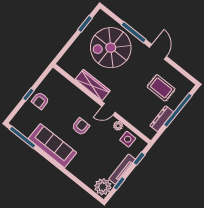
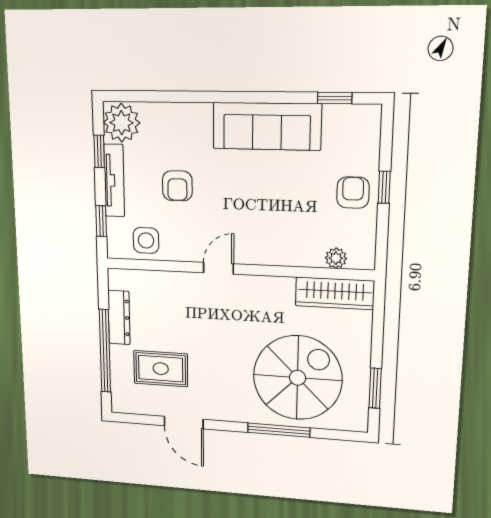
door: (158, 52) -> (184, 423), moved
wardrobe: (93, 85) -> (335, 293), moved
plant: (118, 126) -> (336, 258), moved
armchair: (81, 127) -> (177, 186), moved
window: (23, 137) -> (335, 98), width x0.46

